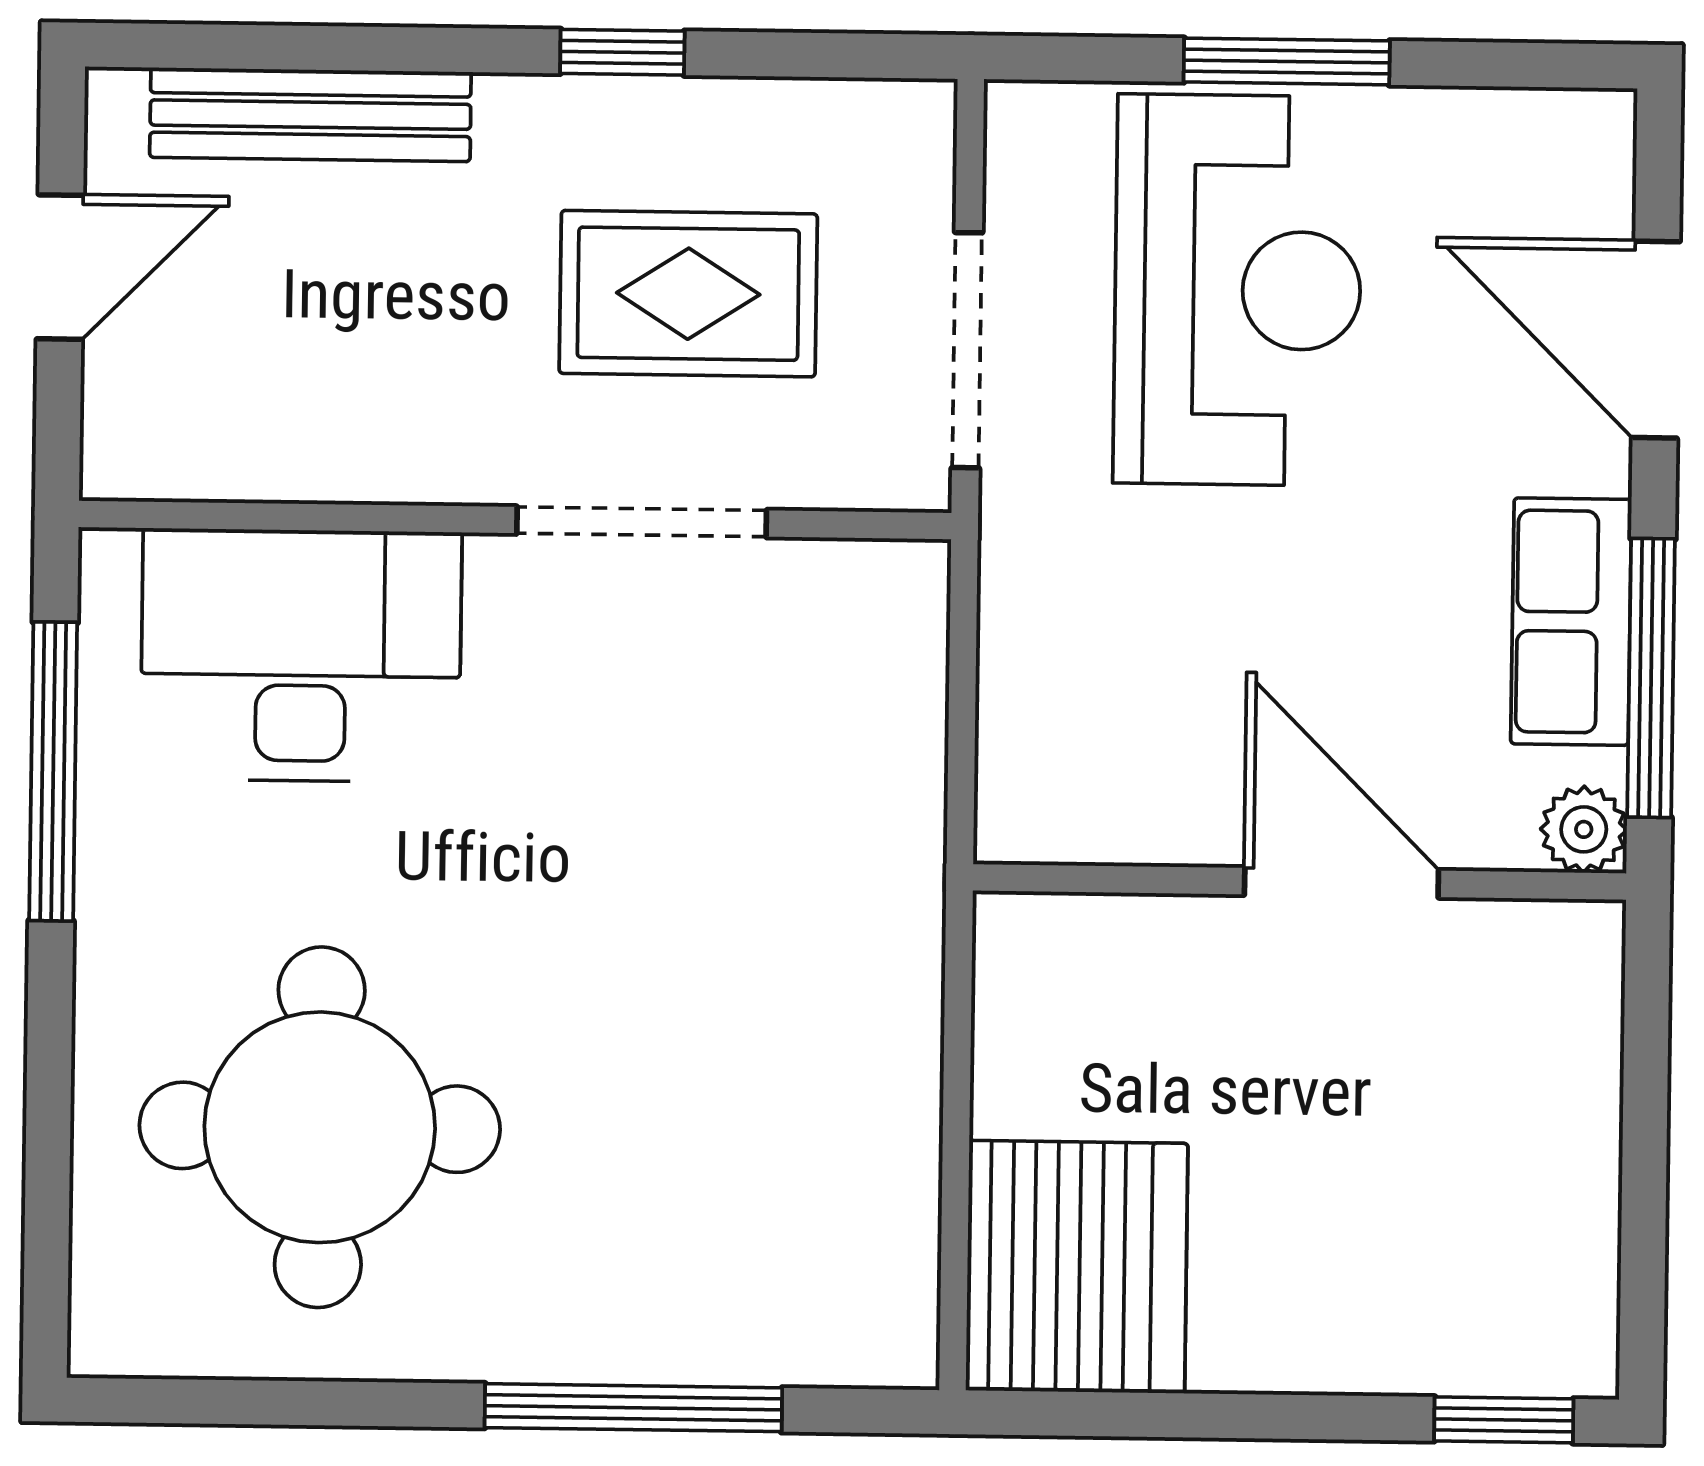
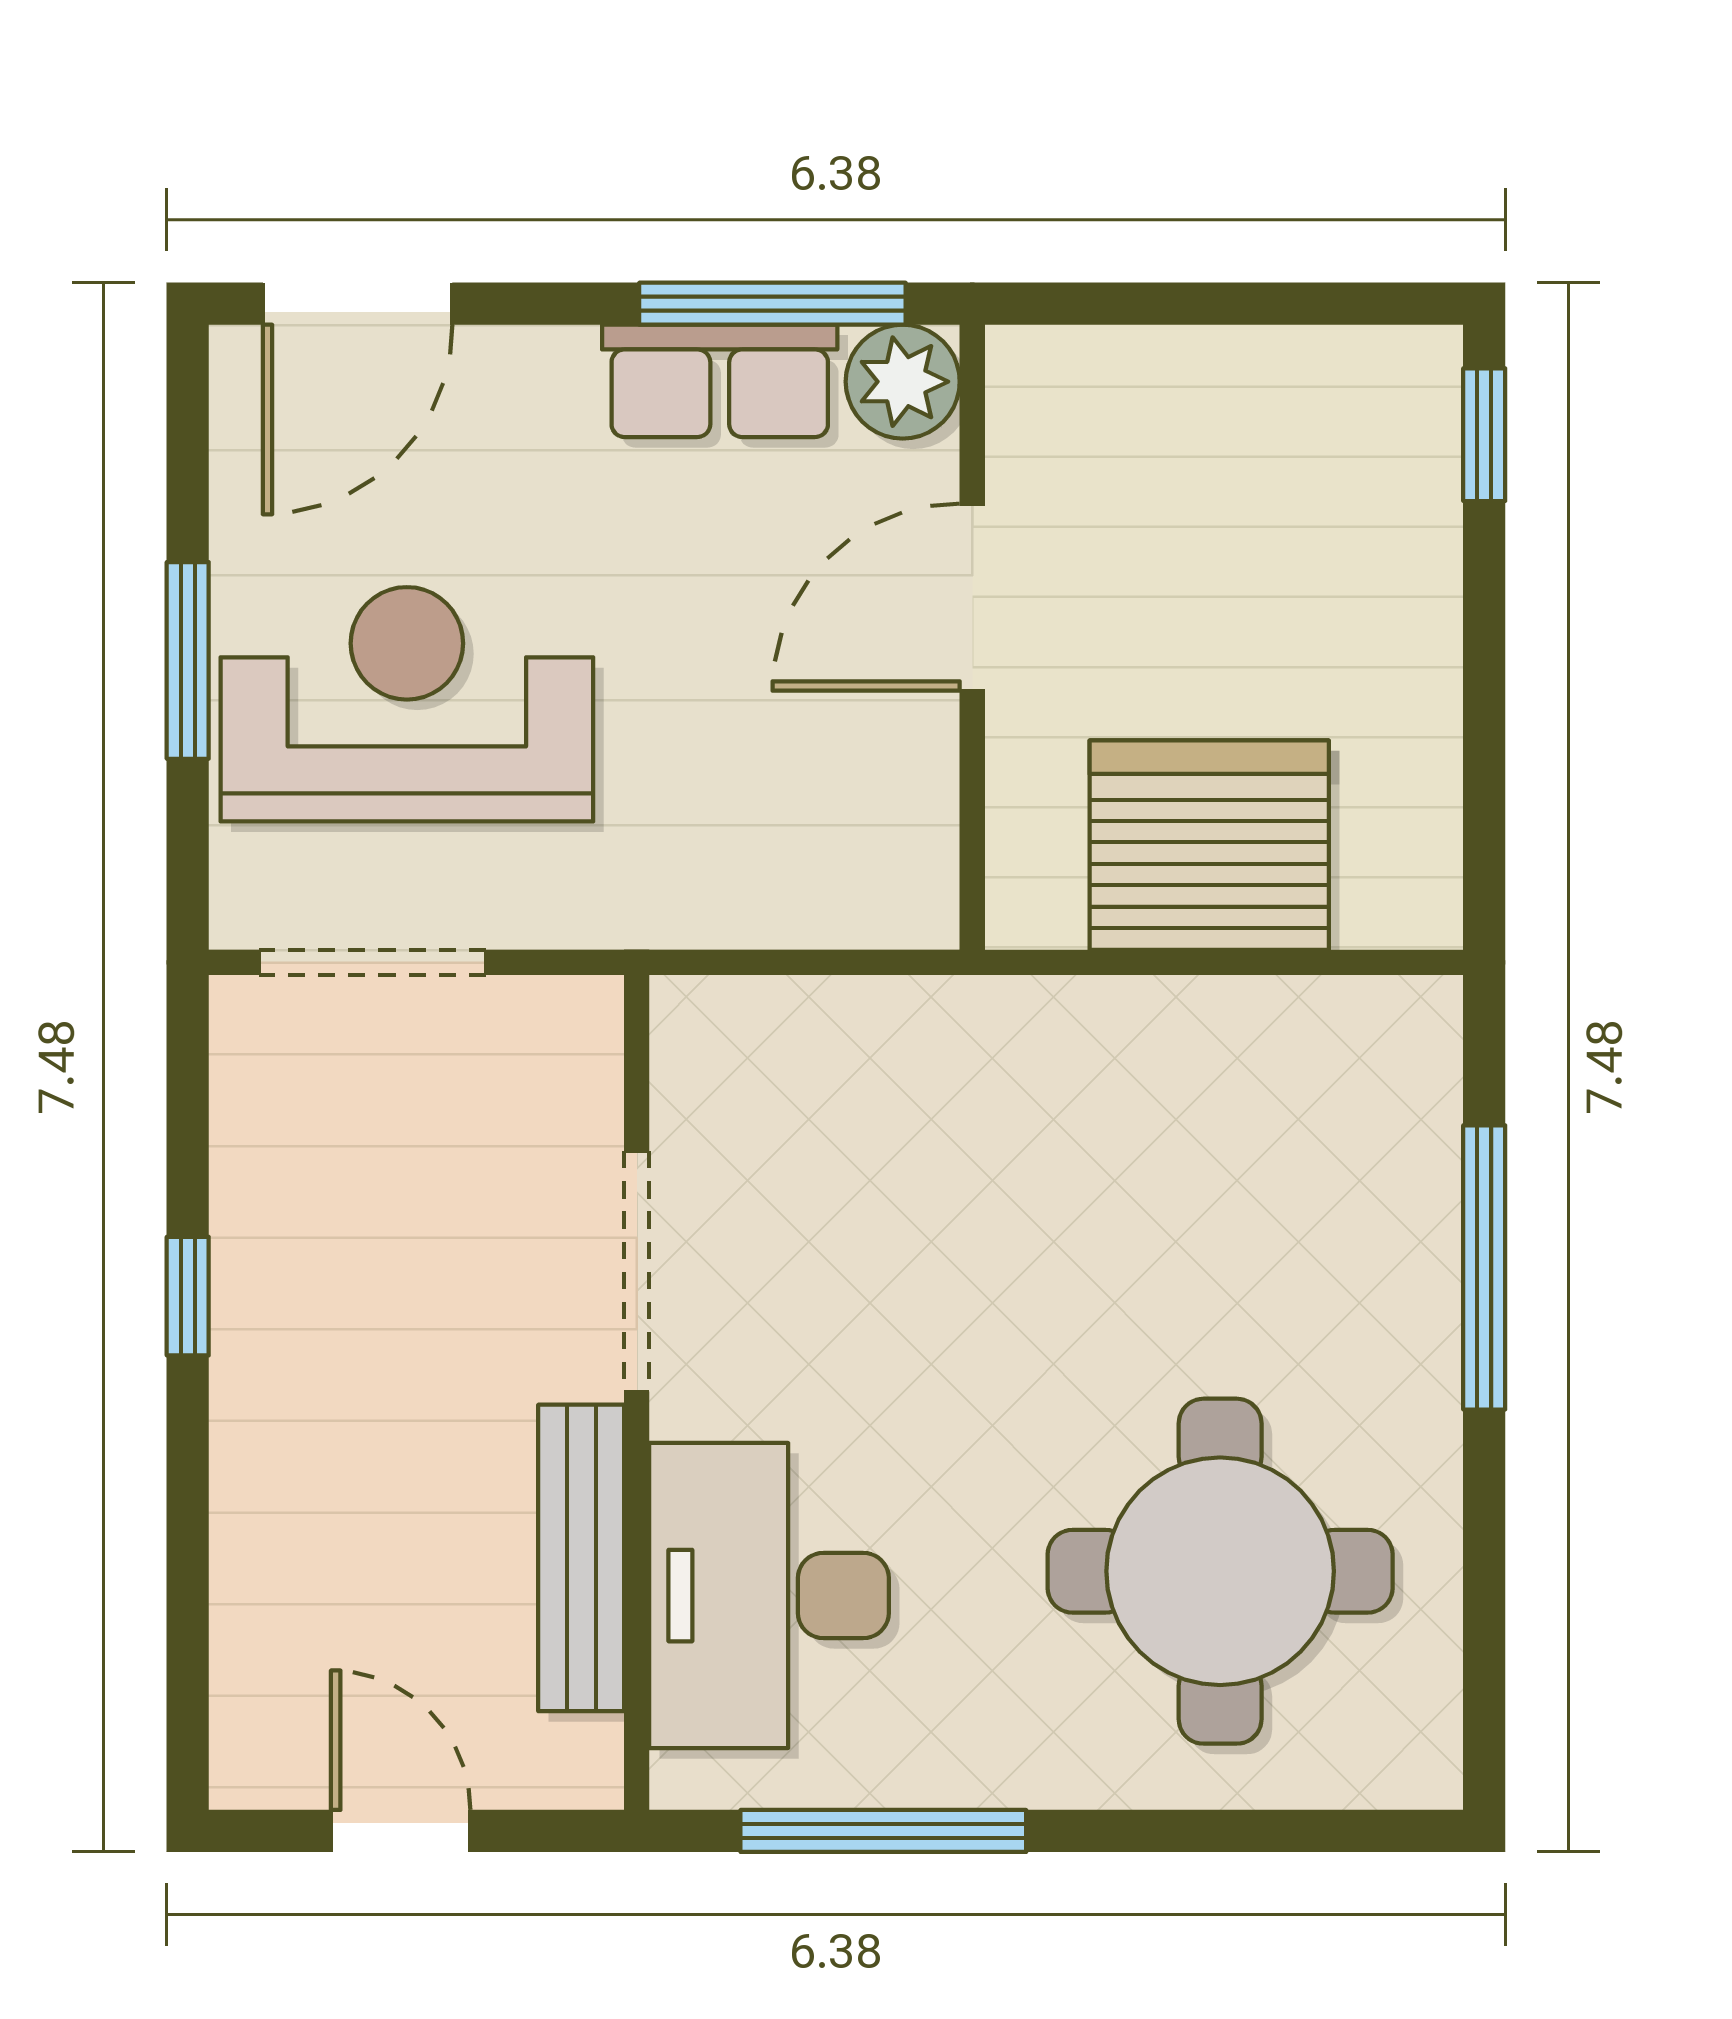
bench: (310, 115) -> (581, 1558), moved
rug: (688, 294) -> (418, 1230), removed
door: (1656, 340) -> (358, 304), moved
doorway: (967, 350) -> (373, 962), moved
plant: (1584, 829) -> (903, 382), width x1.38, depth x1.38
server rack: (1077, 1267) -> (1209, 845), moved

